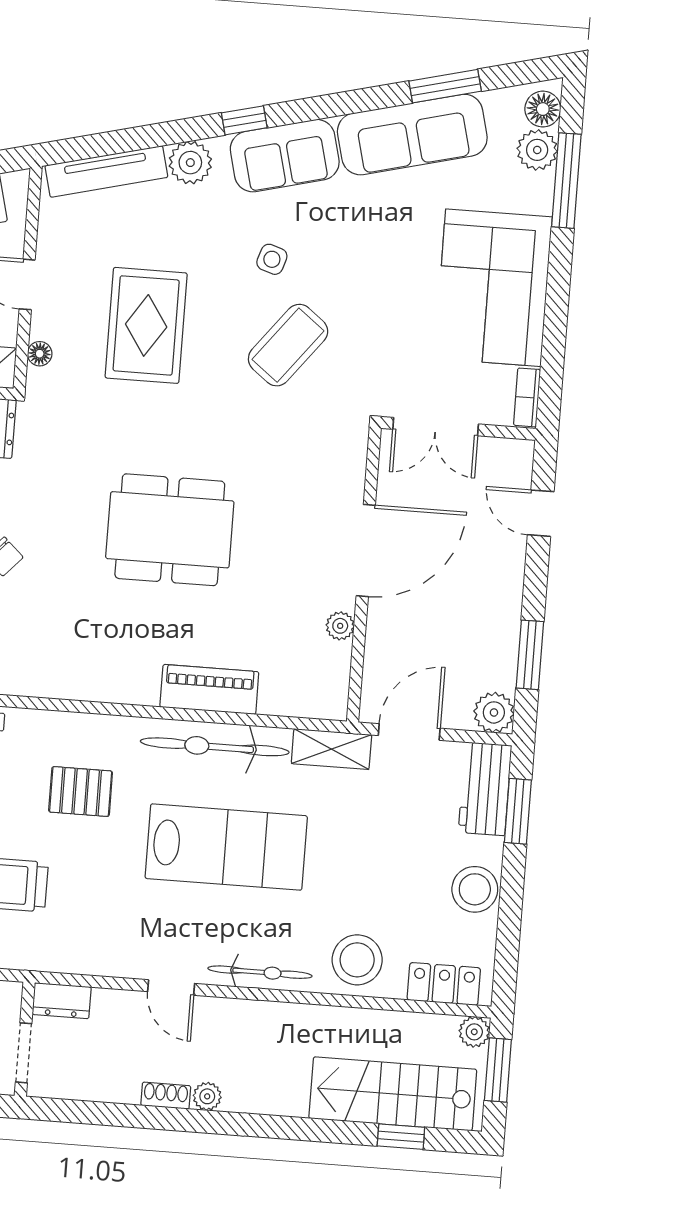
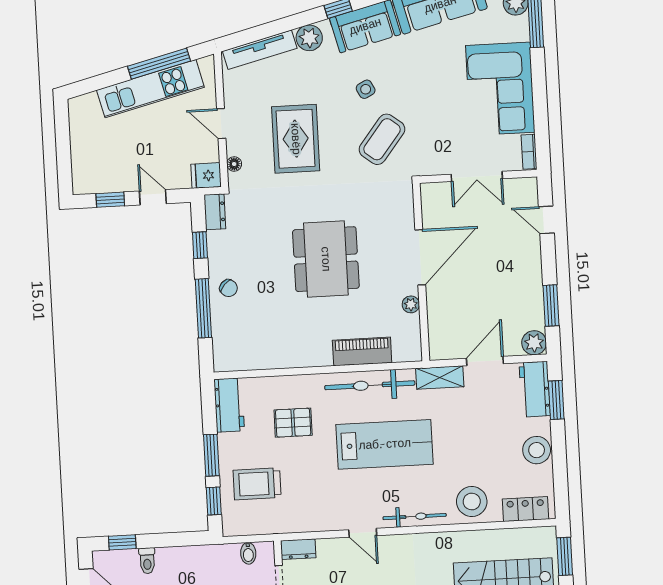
side table: (272, 259) -> (366, 89), turned 45
dining table: (170, 530) -> (326, 259), turned 90
door: (366, 551) -> (420, 257), moved
wall: (364, 575) -> (421, 272), moved
plant: (340, 626) -> (411, 304), moved
plant: (474, 1032) -> (547, 535), removed

